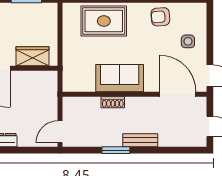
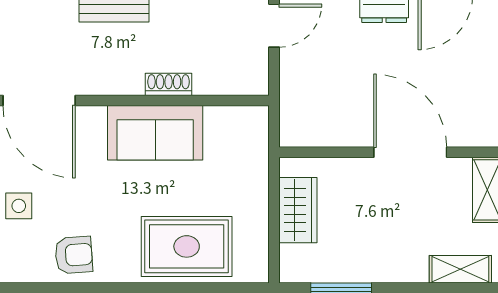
wardrobe: (33, 56) -> (298, 210), moved, turned -90

